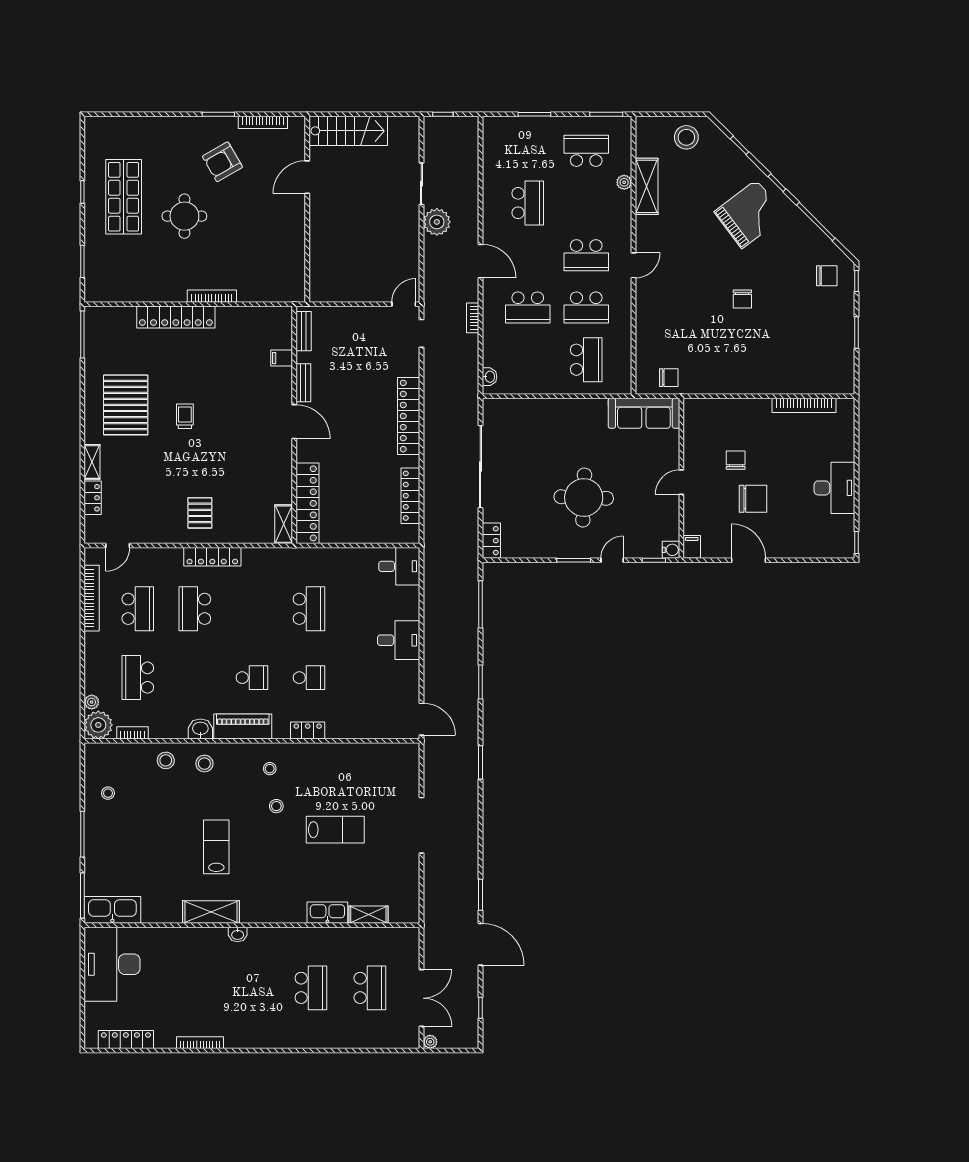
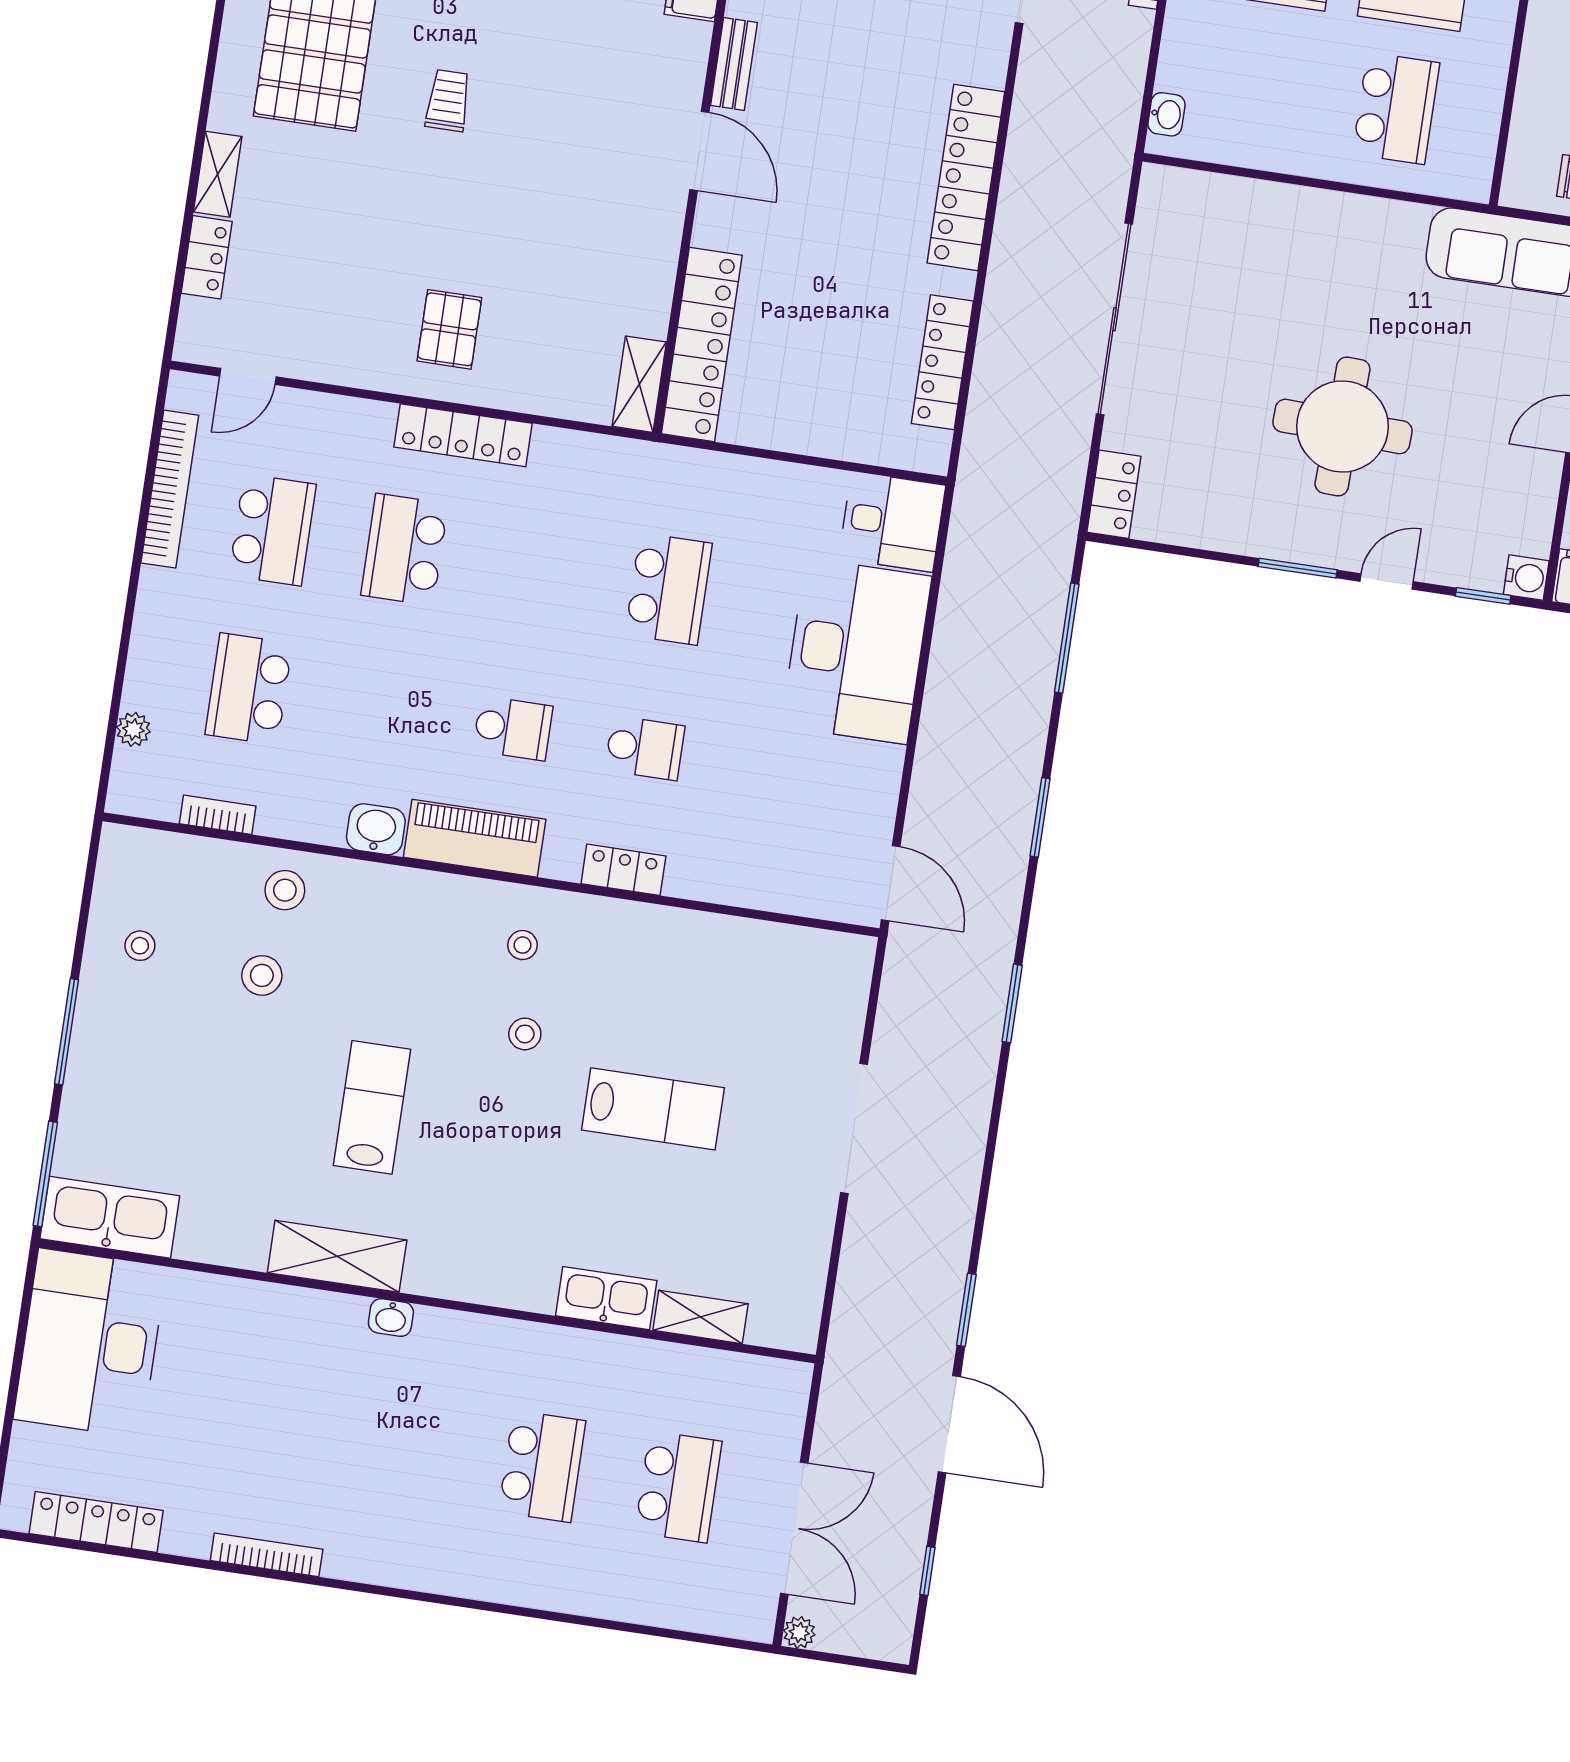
desk: (399, 640) -> (856, 651), width x1.87, depth x1.30
plant: (98, 725) -> (141, 785), removed
stool: (204, 764) -> (262, 975), moved

